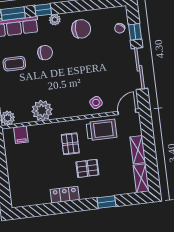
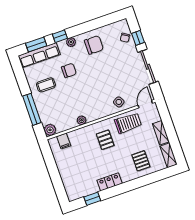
plant: (42, 110) -> (82, 120), width x0.53, depth x0.53
pallet: (87, 168) -> (141, 161), moved, turned 90
window: (106, 202) -> (92, 199), moved

